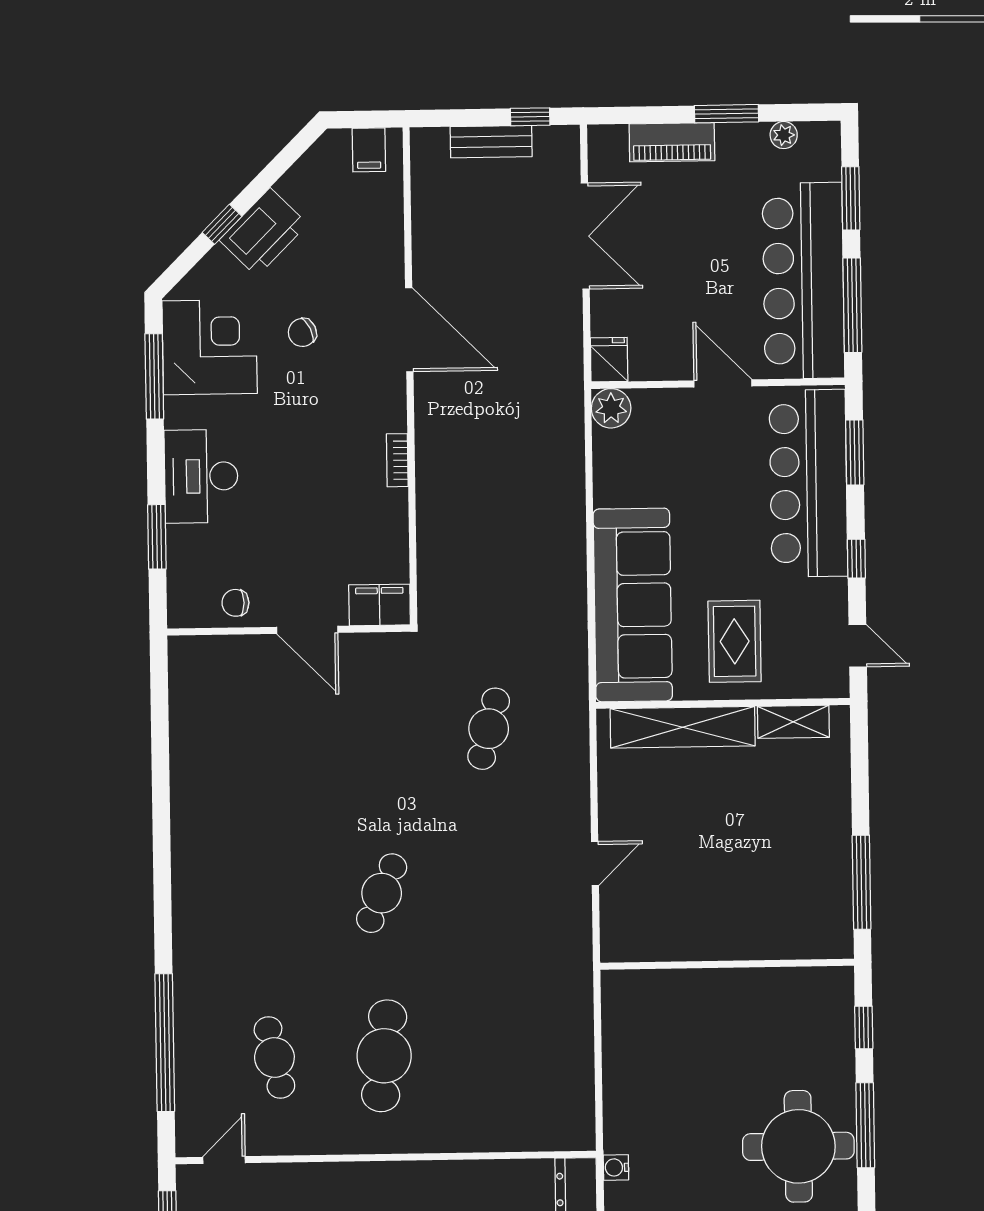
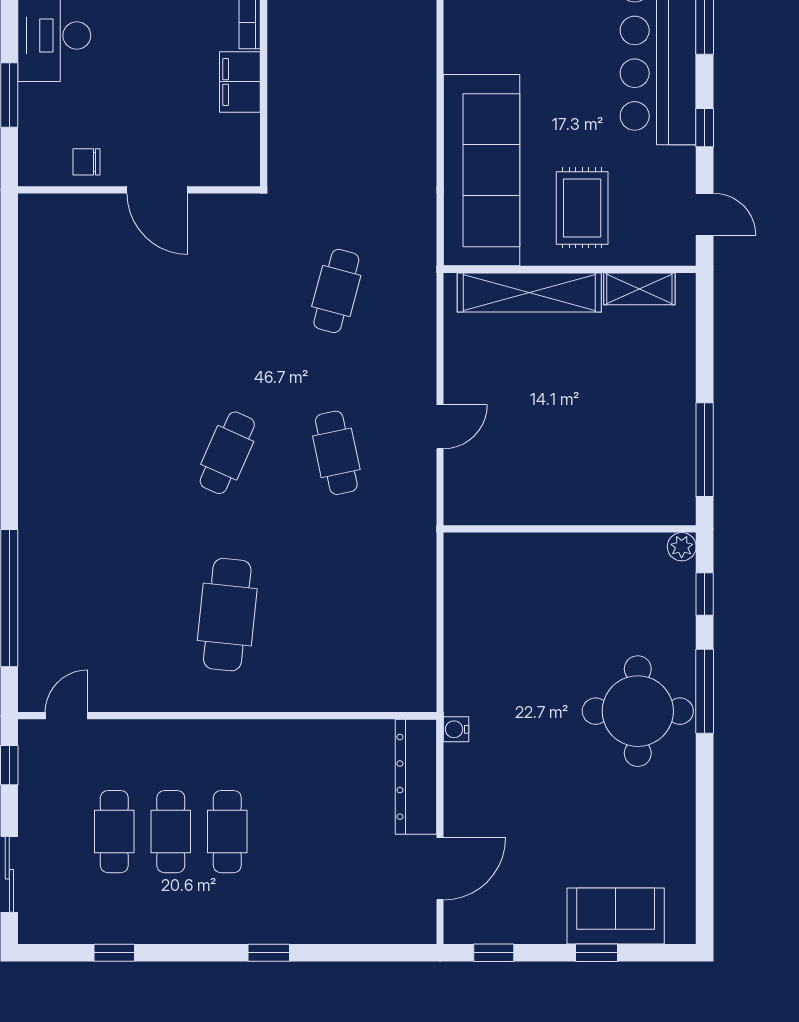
filing cabinet: (380, 605) -> (240, 82), moved, turned -90
plant: (840, 980) -> (682, 547), added
cafe table: (274, 1057) -> (336, 453), moved

